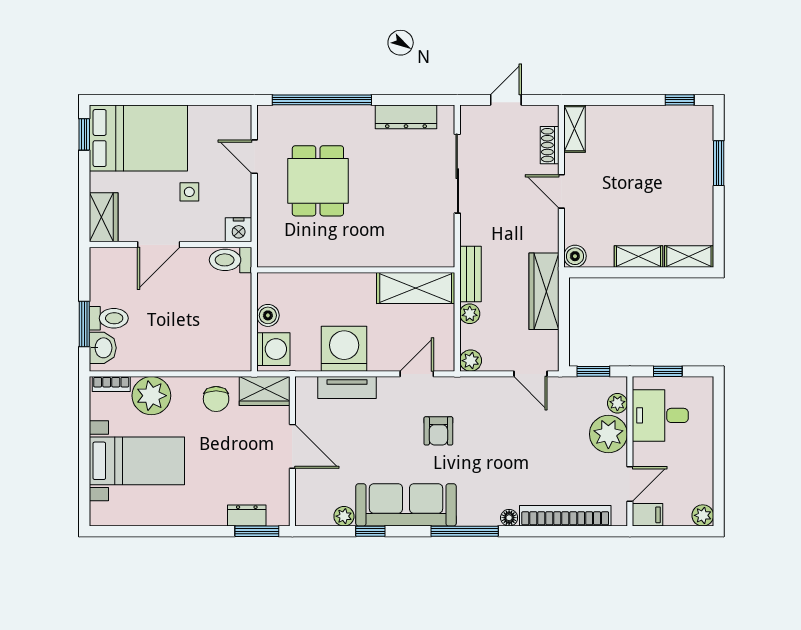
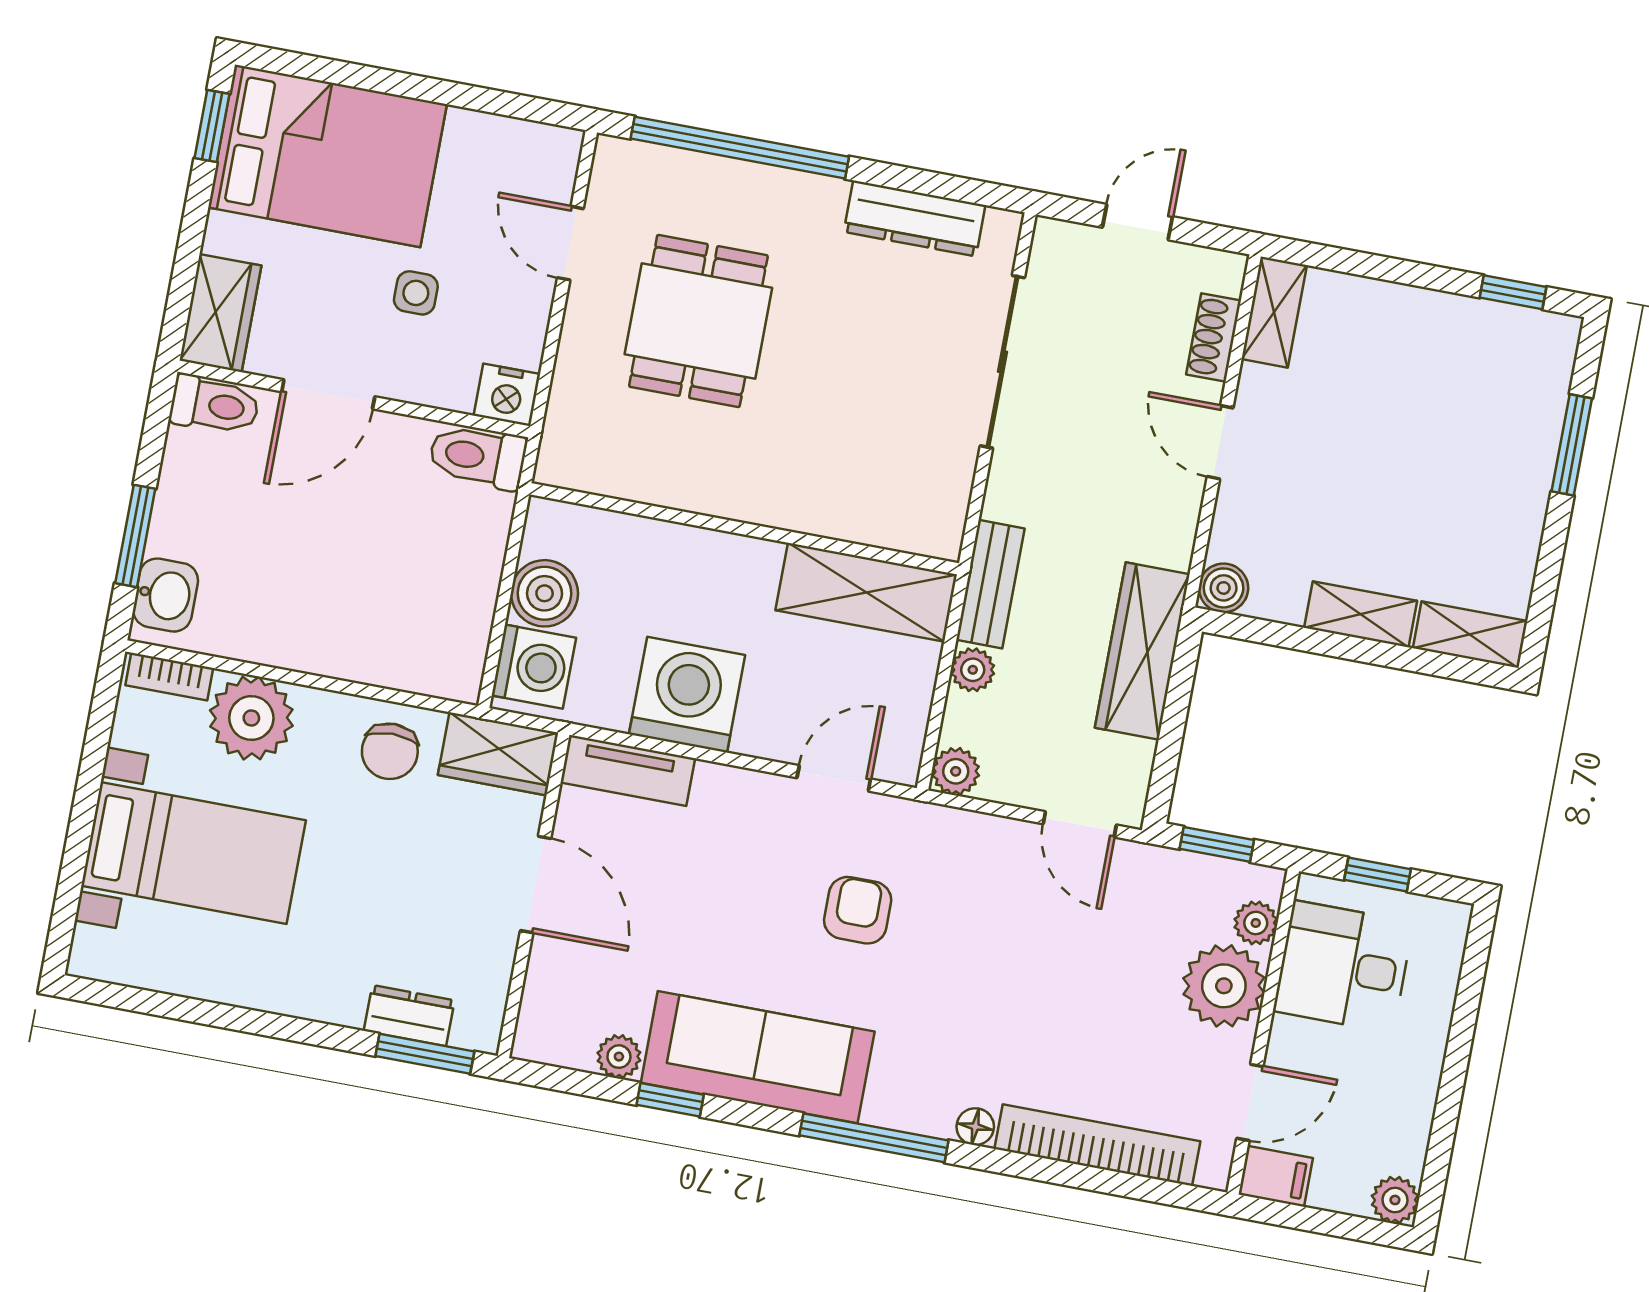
boiler: (268, 315) -> (545, 593), width x1.36, depth x1.36
toilet: (109, 318) -> (215, 405), moved
tv unit: (347, 388) -> (628, 770), moved
armchair: (438, 431) -> (858, 910), turned 180

